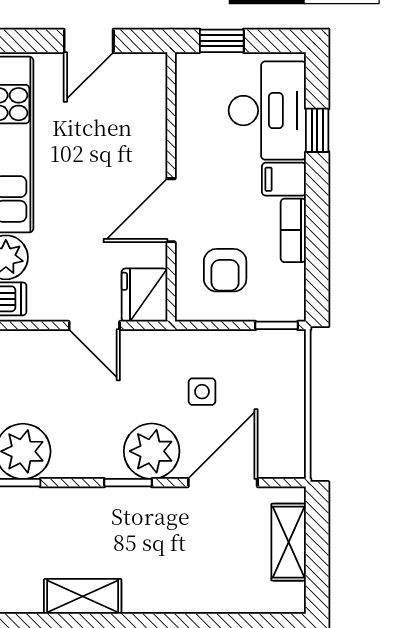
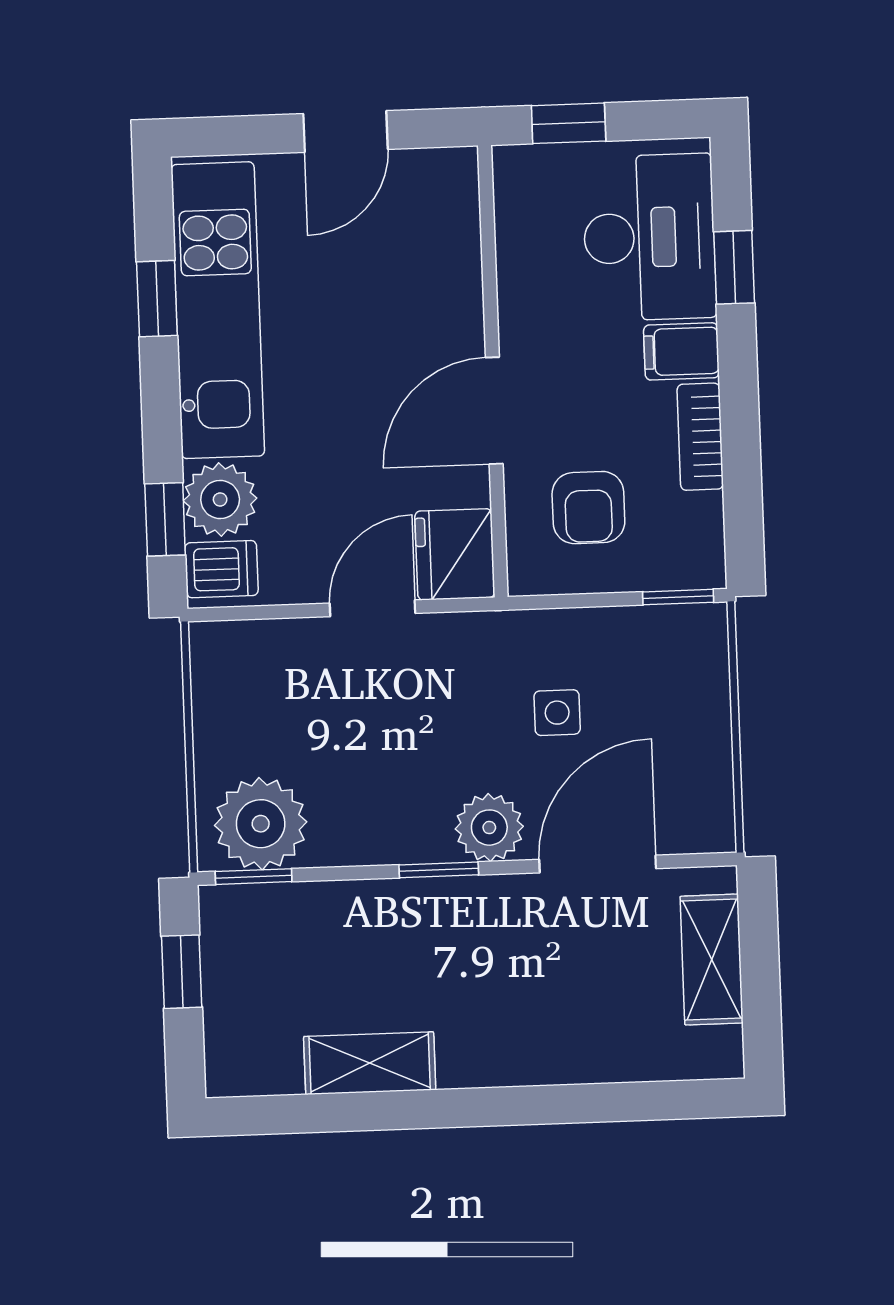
door: (94, 325) -> (373, 608), swing flipped
plant: (152, 451) -> (489, 828), width x0.73, depth x0.73

